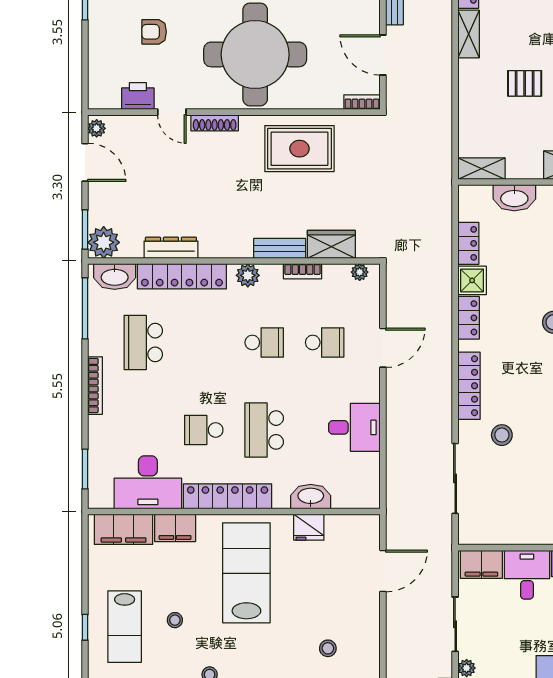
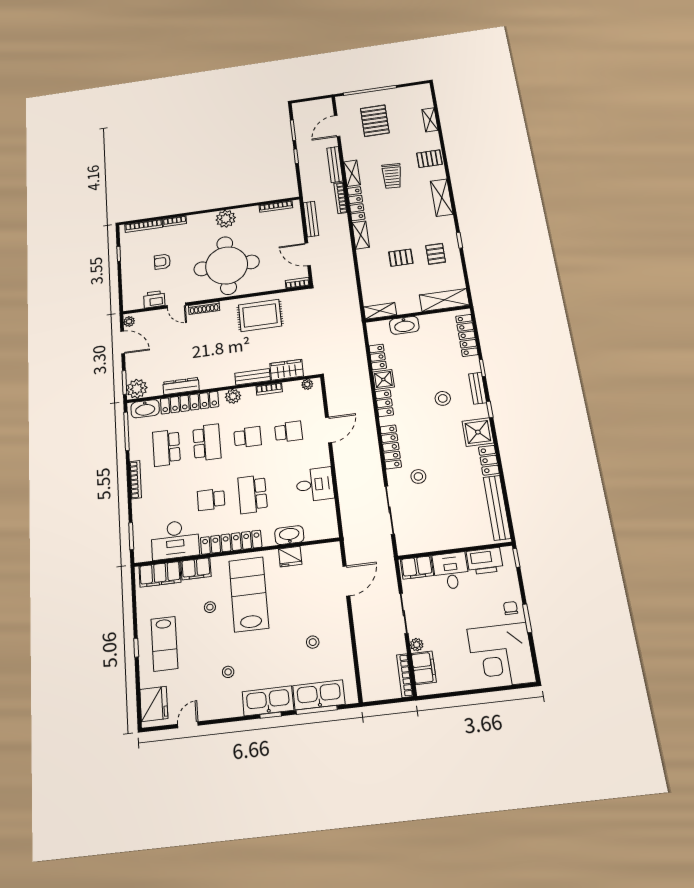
school desk: (204, 342) -> (207, 442), added
stool: (175, 620) -> (210, 607), moved

